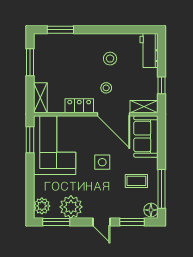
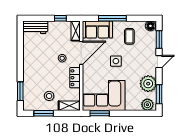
stool: (110, 59) -> (49, 96), moved
window: (162, 189) -> (112, 18), moved

